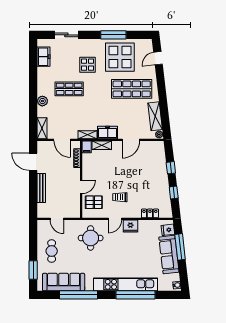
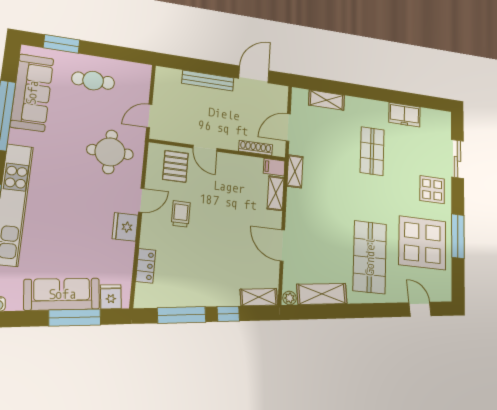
freezer: (44, 57) -> (404, 115), moved
display table: (87, 65) -> (432, 190), moved
plant: (42, 101) -> (354, 105), removed
shelving: (42, 128) -> (326, 100), moved
freezer: (108, 133) -> (297, 206), removed
shelving: (160, 152) -> (259, 297), added
window: (174, 192) -> (182, 315), width x2.17
door: (57, 219) -> (149, 116), moved
door: (115, 219) -> (141, 200), swing flipped

